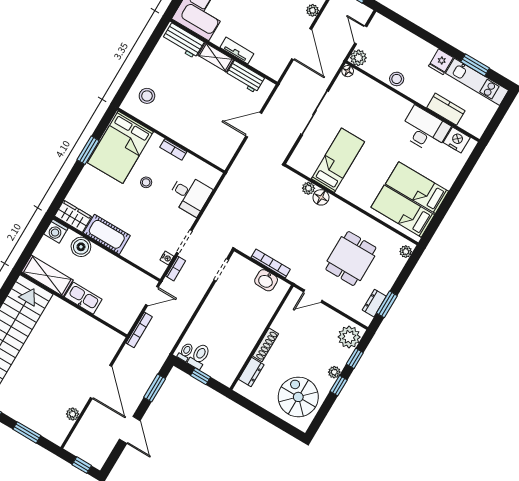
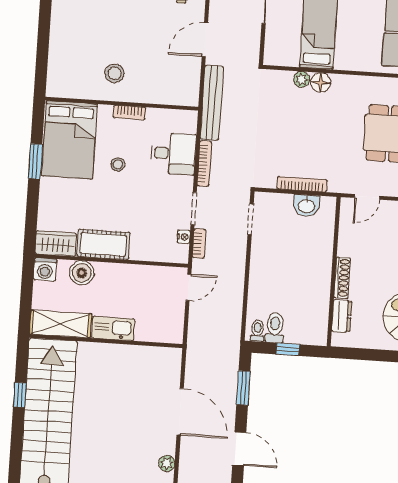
stool: (147, 96) -> (115, 73), moved
bench: (236, 172) -> (212, 103), added
bookcase: (139, 330) -> (204, 164), moved

